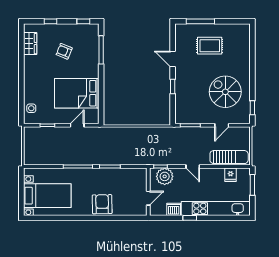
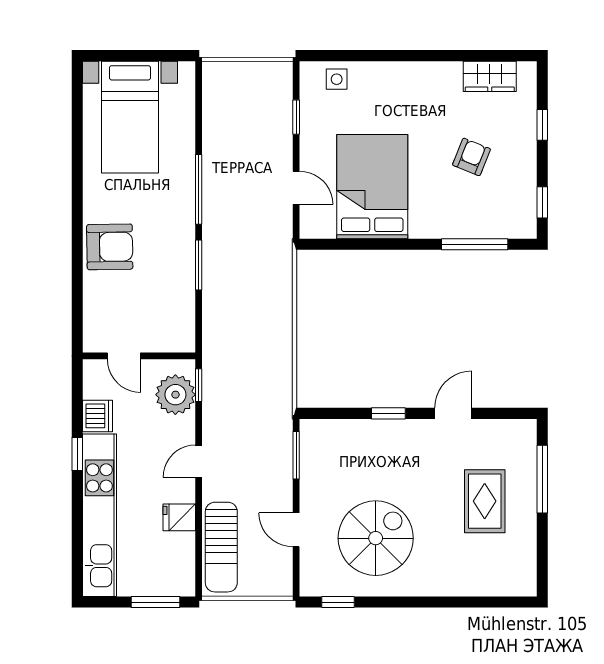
fridge: (231, 175) -> (179, 517), moved

